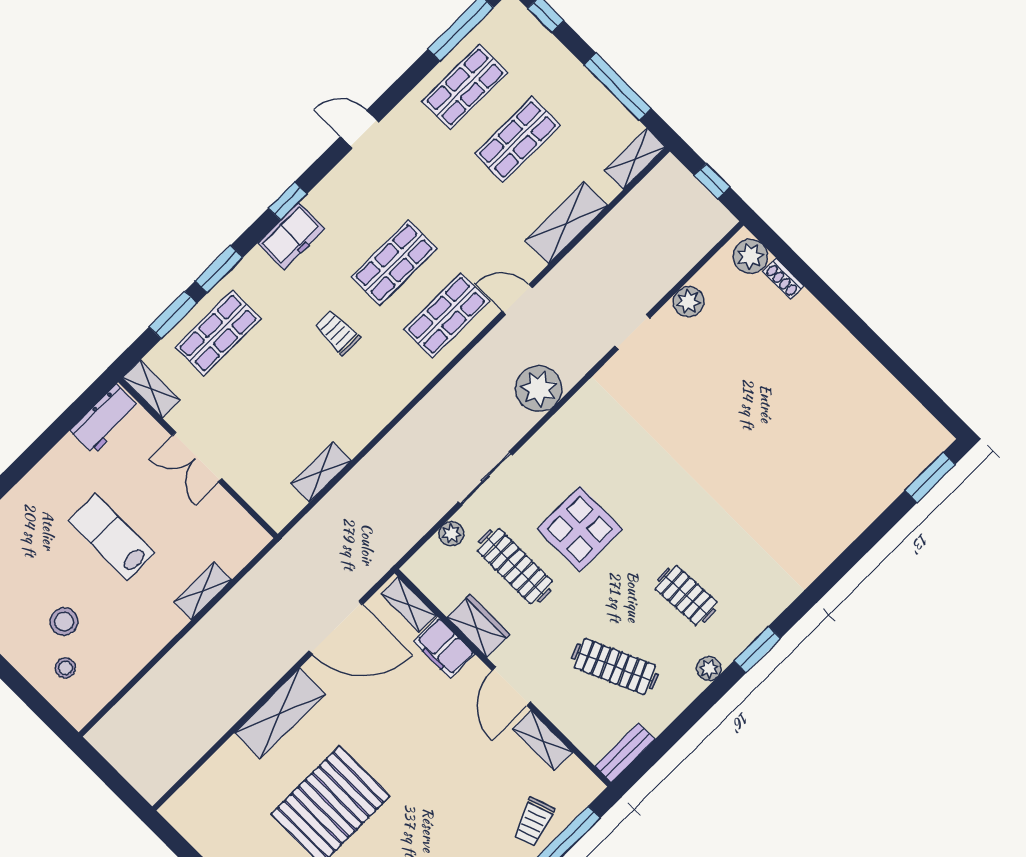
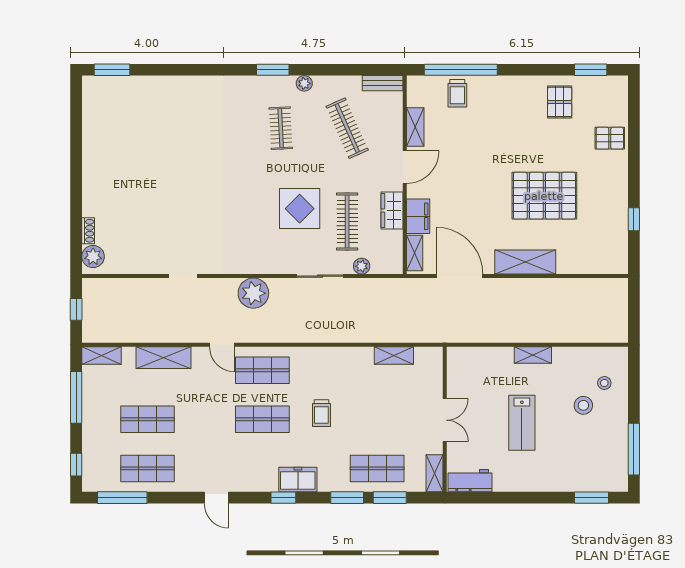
plant: (688, 302) -> (143, 264), removed
shelving: (203, 591) -> (533, 355), moved
trolley: (534, 822) -> (457, 93), turned 110

